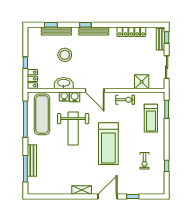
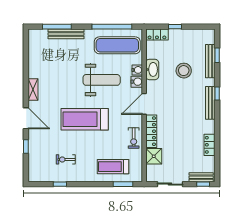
locker: (131, 32) -> (209, 145), width x0.66
locker: (119, 84) -> (151, 131), added
weight bench: (73, 129) -> (102, 80), turned 180

